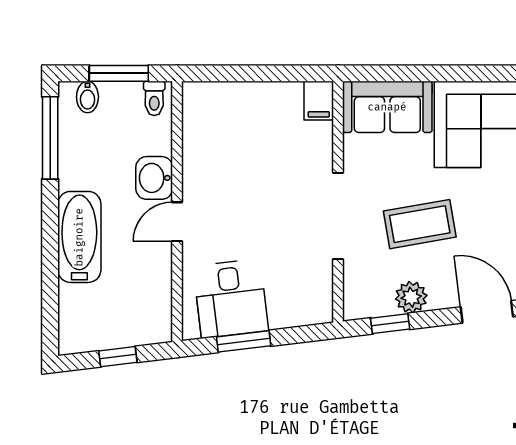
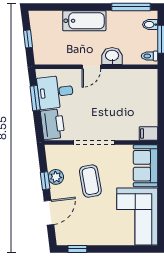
door: (177, 222) -> (91, 67), swing flipped
printer: (299, 304) -> (53, 124), added
window: (390, 324) -> (45, 181), moved

